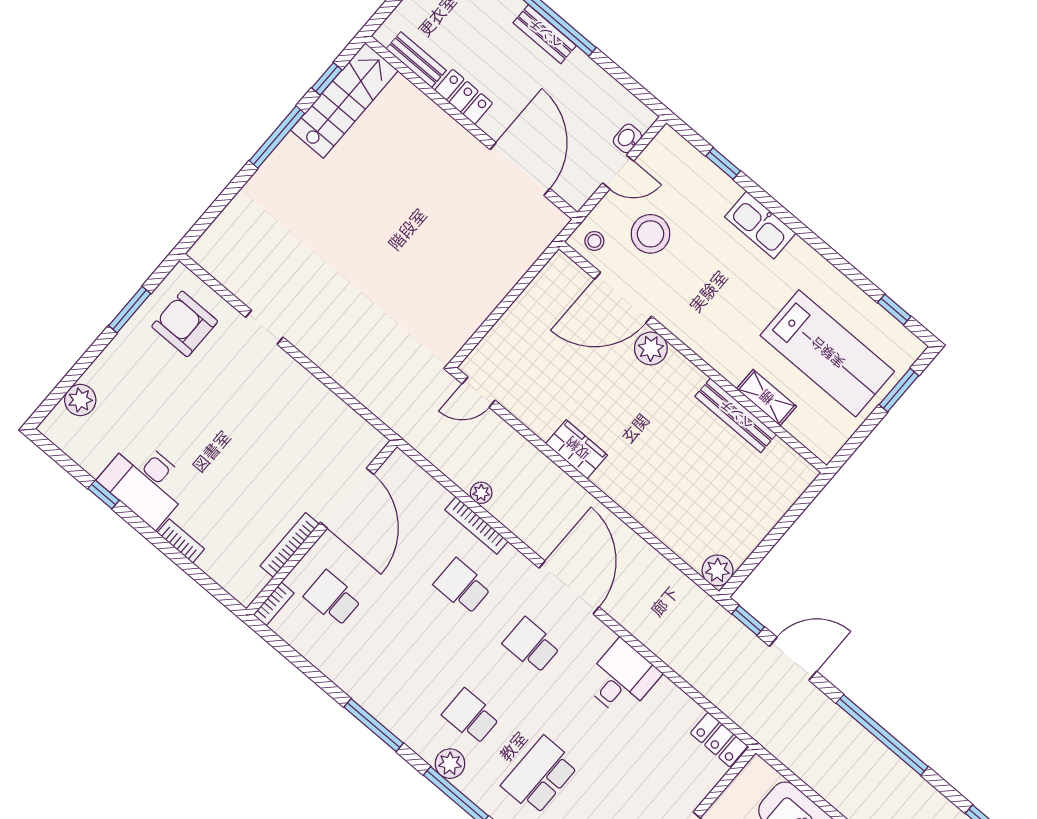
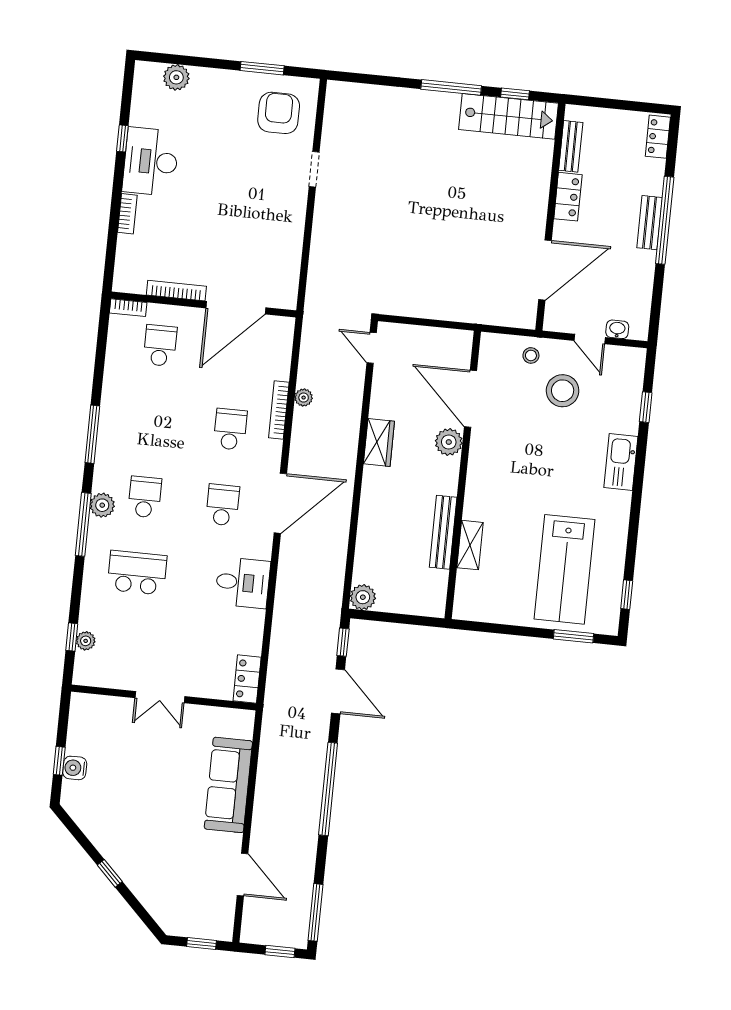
door: (623, 298) -> (470, 399), moved
plant: (651, 348) -> (449, 442), moved
wall: (693, 357) -> (463, 475), moved
shelving: (766, 398) -> (470, 545), moved
bench: (736, 415) -> (443, 532), moved

